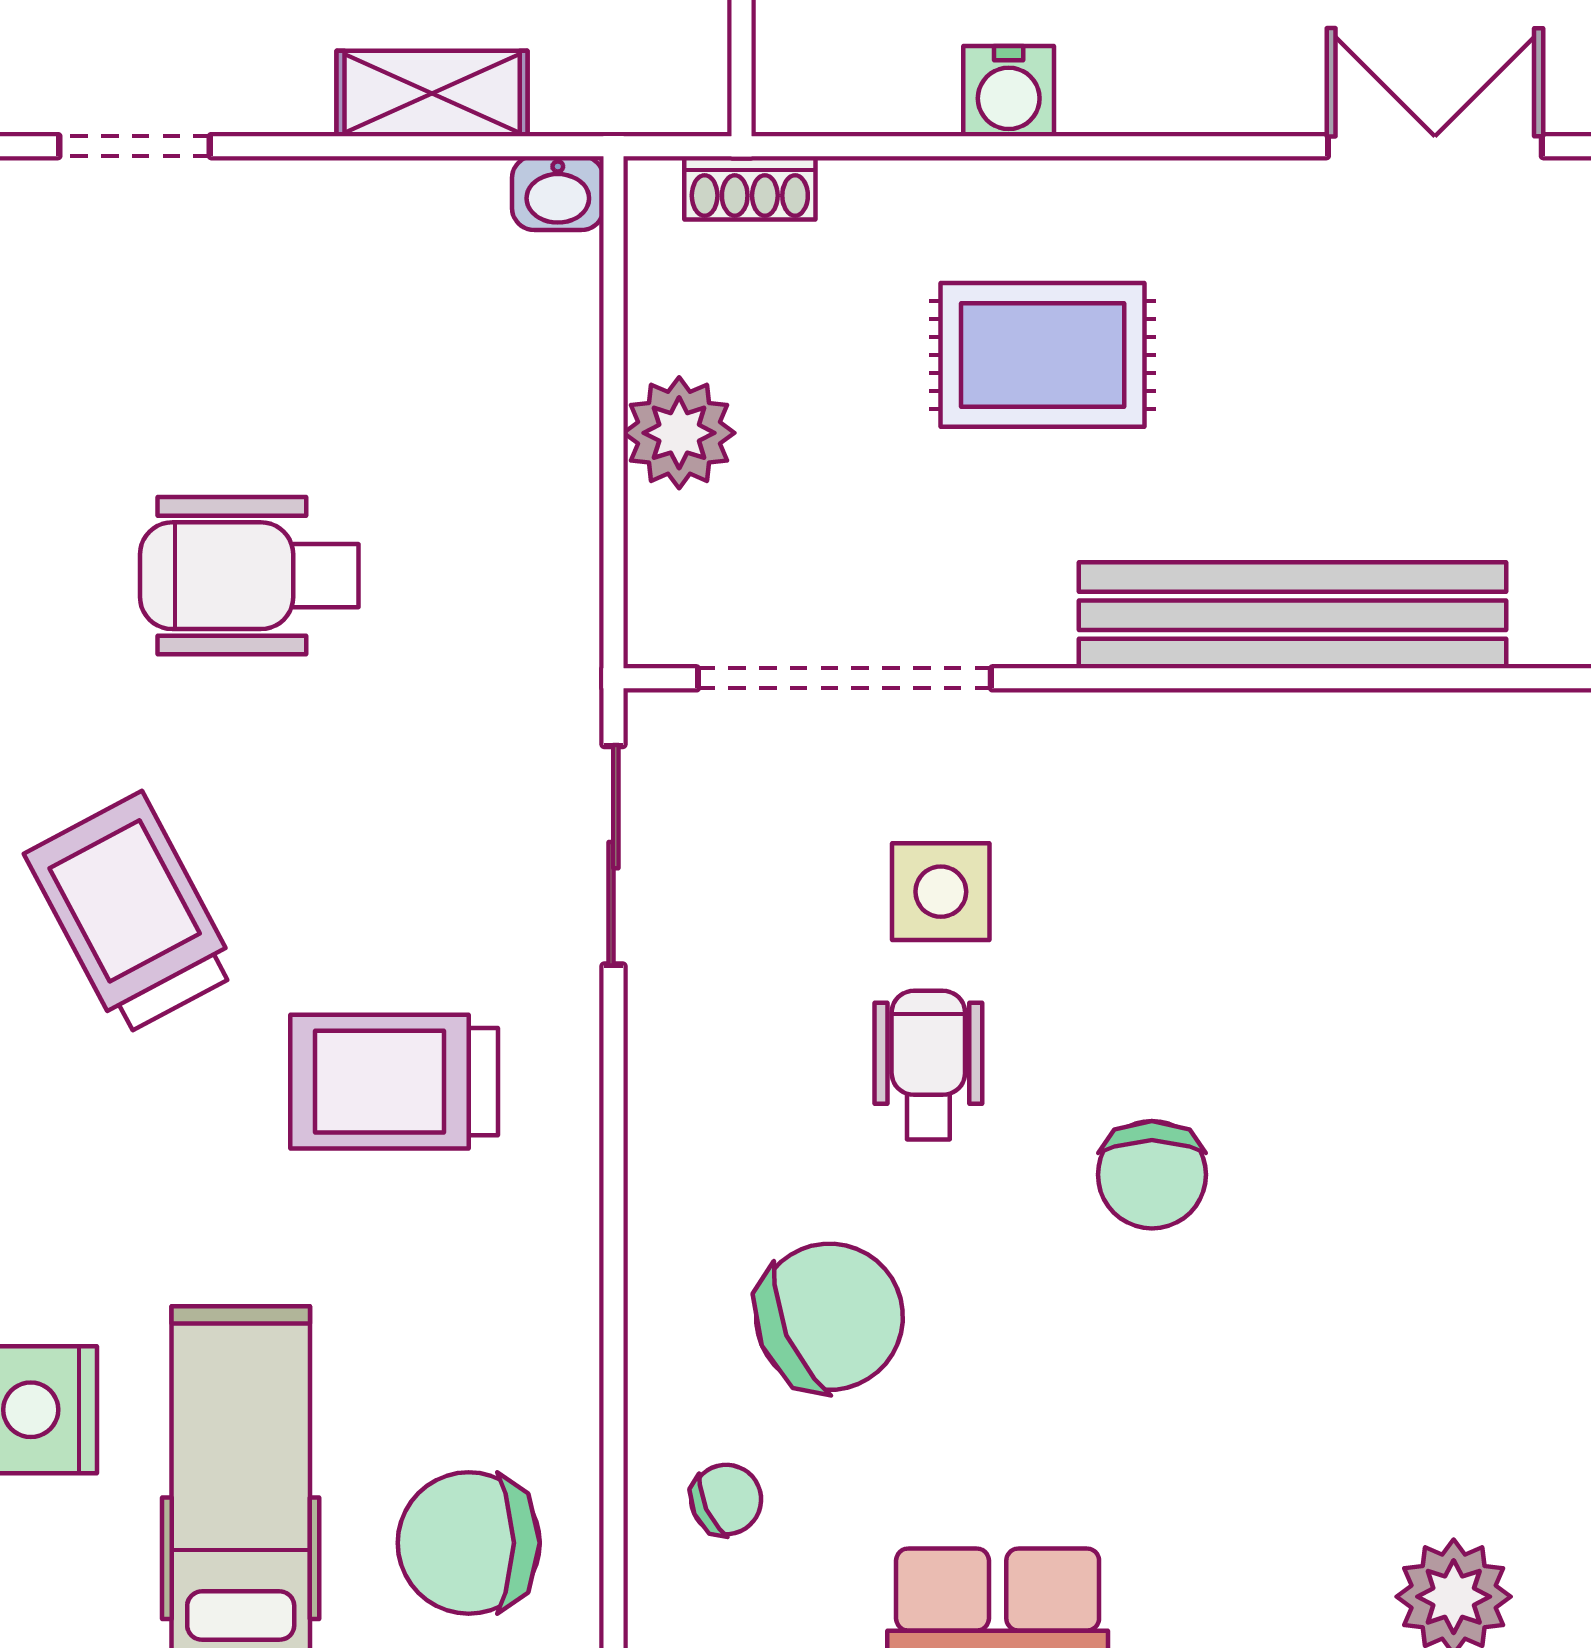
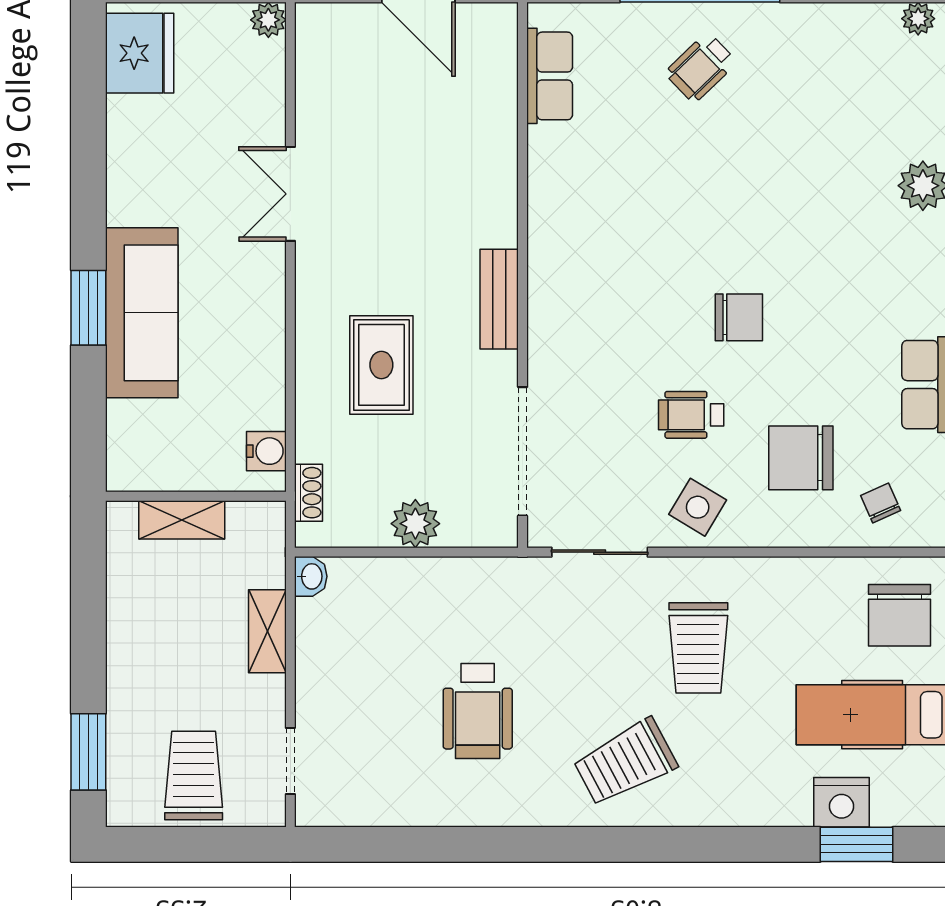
water cooler: (1009, 91) -> (266, 451), moved
bench: (1293, 615) -> (499, 299), width x0.54, depth x0.82
side table: (941, 892) -> (698, 507), moved, turned 31
chair: (829, 1317) -> (801, 458), turned -67

